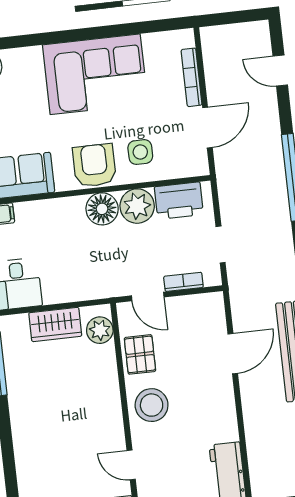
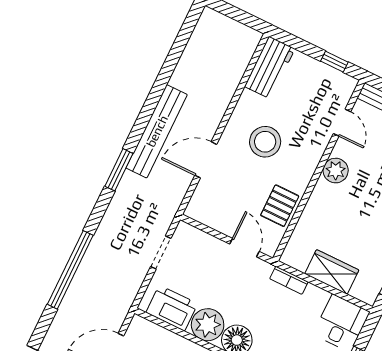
bookcase: (183, 282) -> (289, 280), moved
plant: (100, 330) -> (336, 171), moved
stool: (152, 405) -> (265, 142), moved

